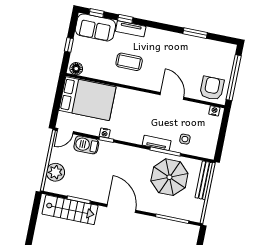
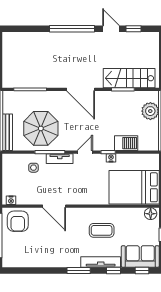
tv unit: (131, 29) -> (101, 262), width x1.41
window: (195, 33) -> (79, 270), moved
door: (65, 131) -> (85, 152), moved

